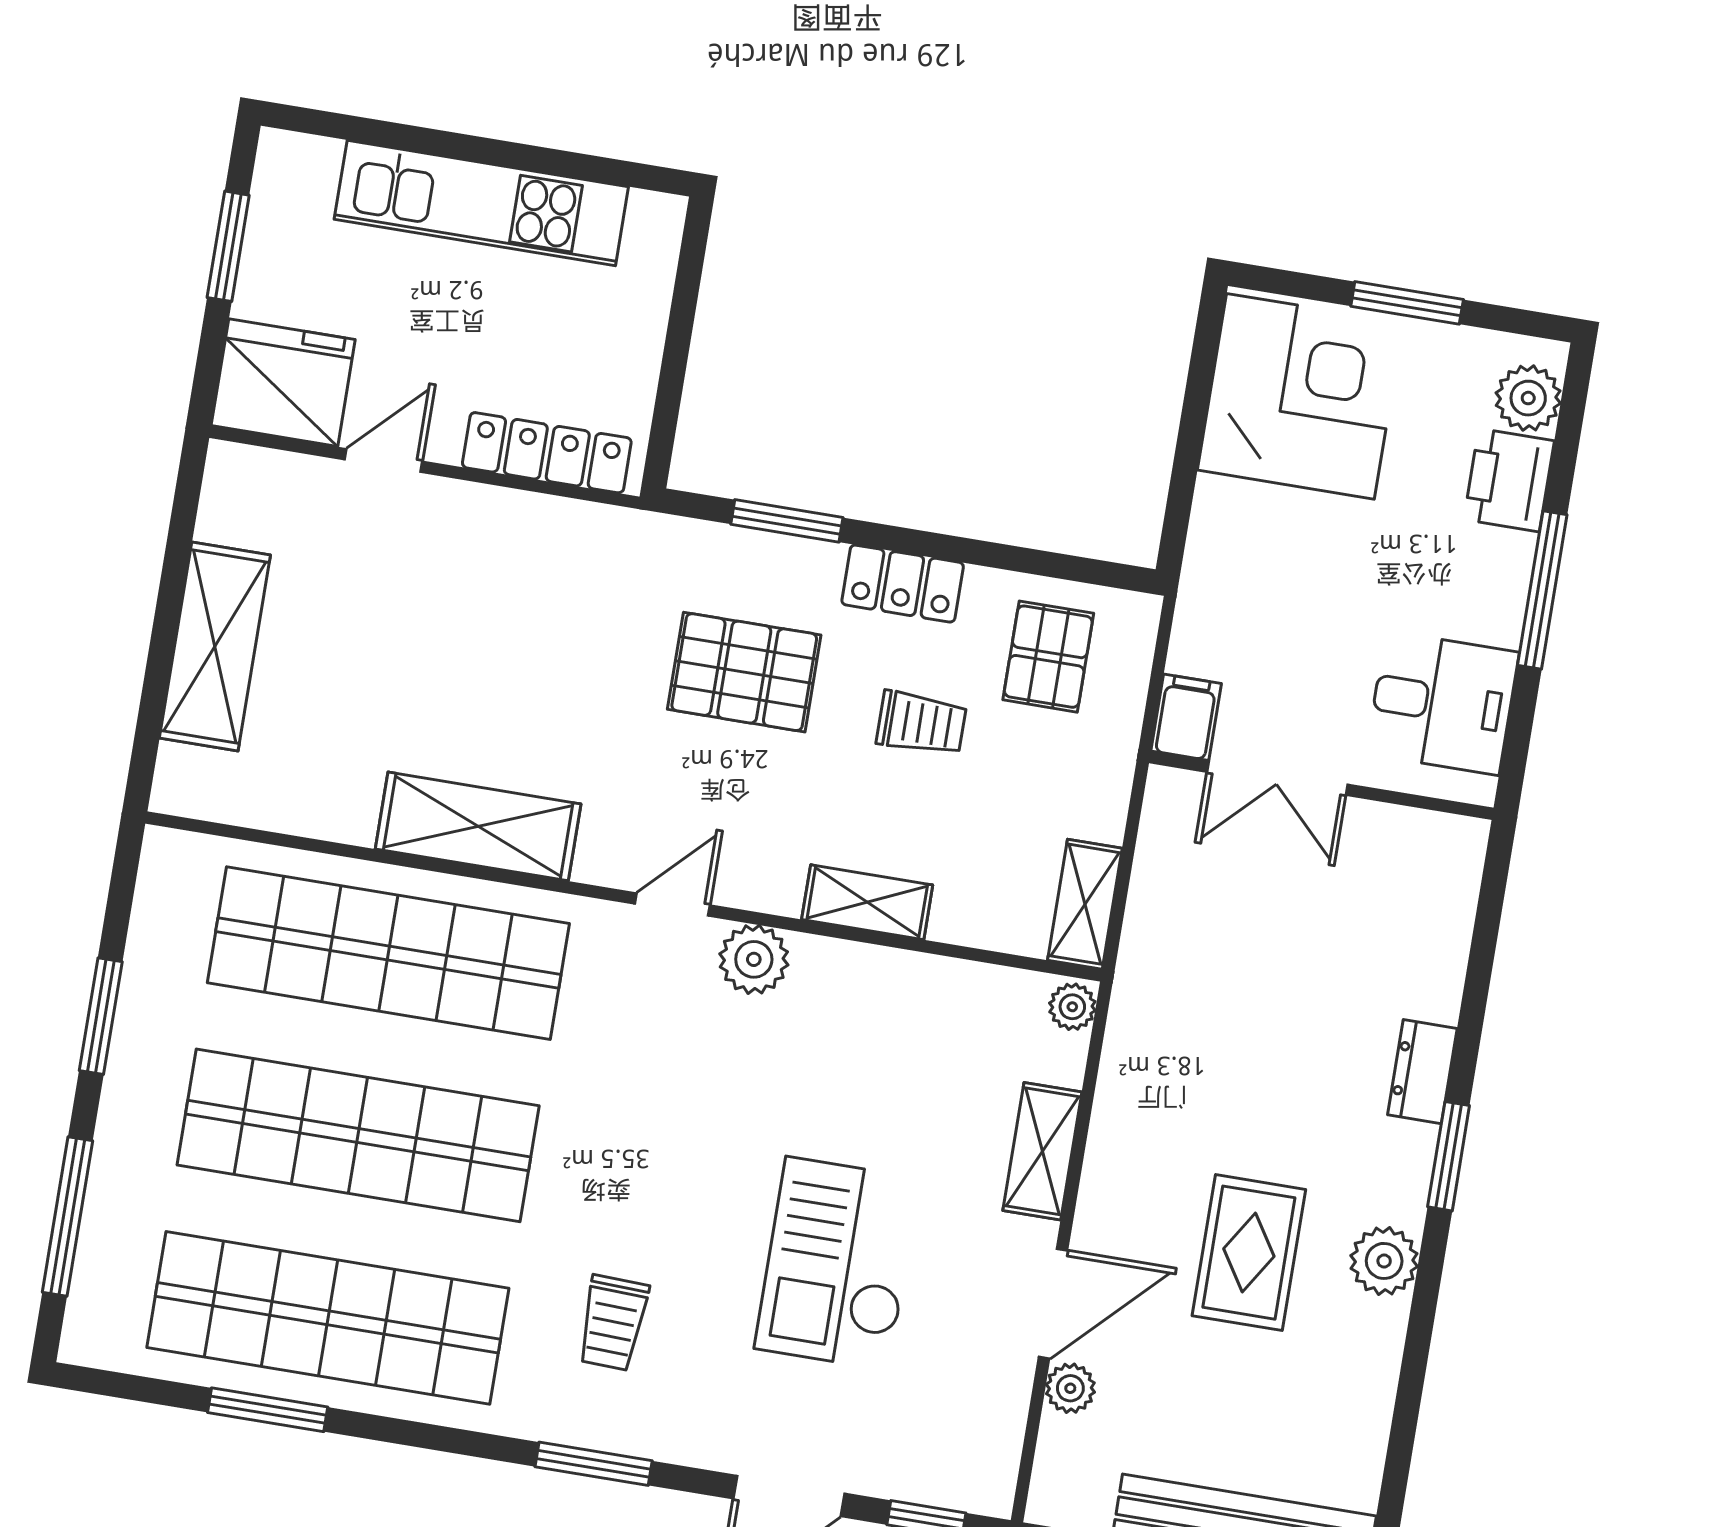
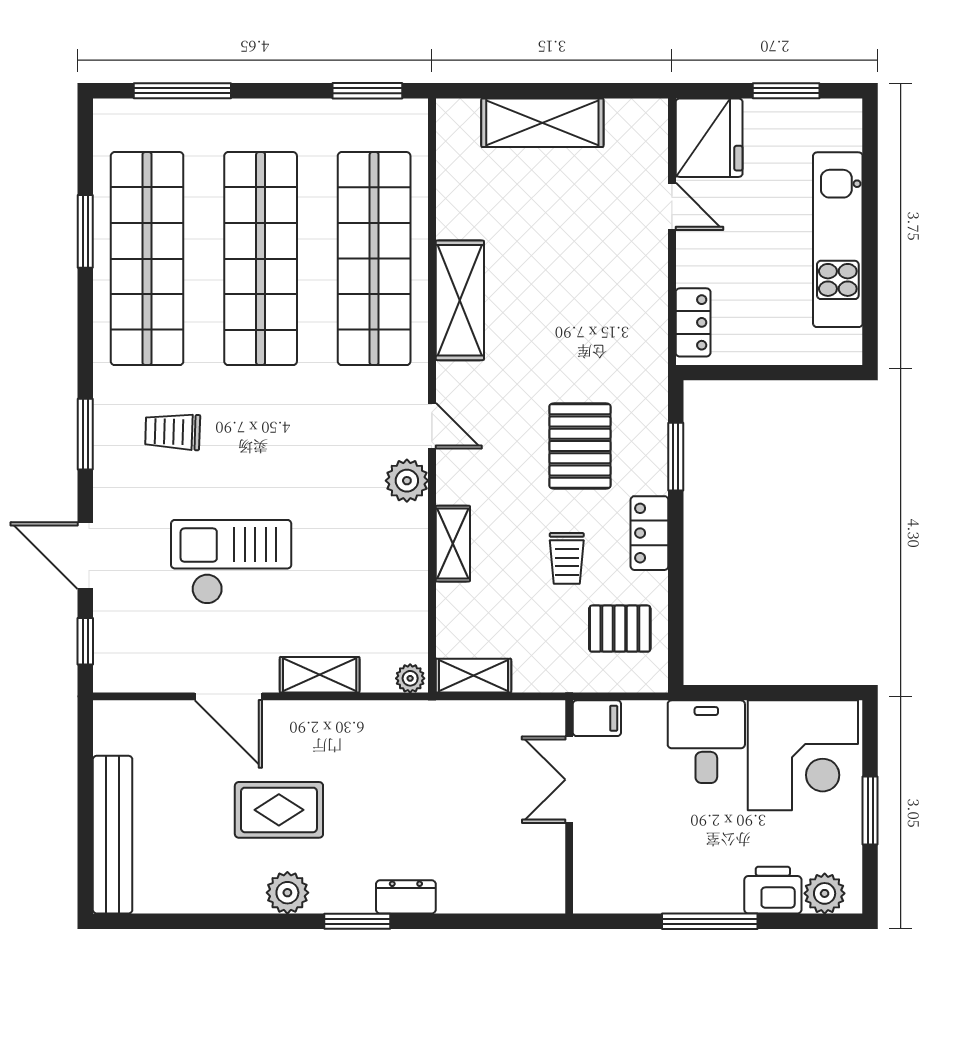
locker: (547, 453) -> (693, 322), width x0.66
desk: (1442, 703) -> (706, 742), moved, turned 180
window: (101, 1016) -> (367, 91), moved
plant: (1070, 1388) -> (179, 715), removed

